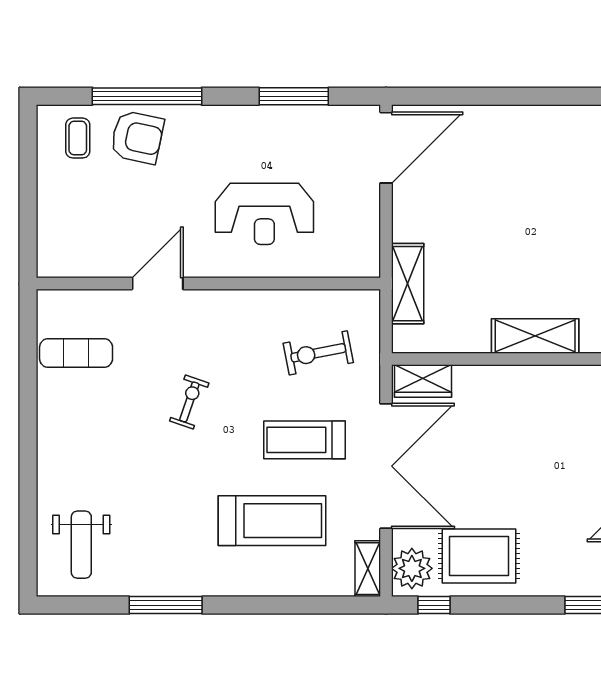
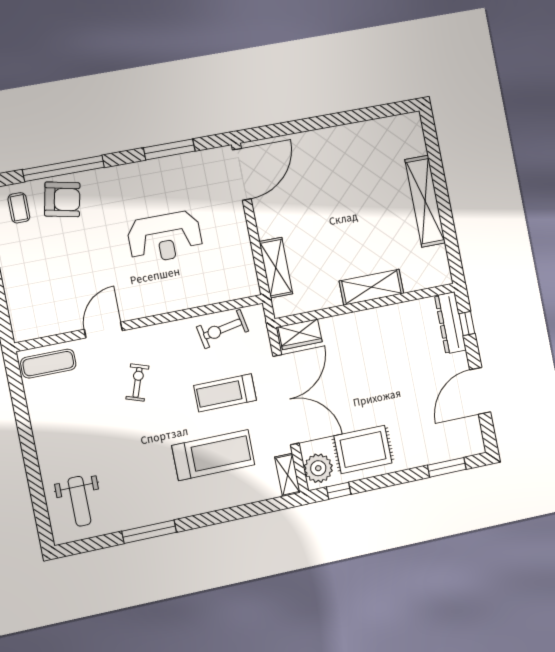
door: (158, 284) -> (103, 330), moved
wall: (208, 284) -> (140, 323), moved

